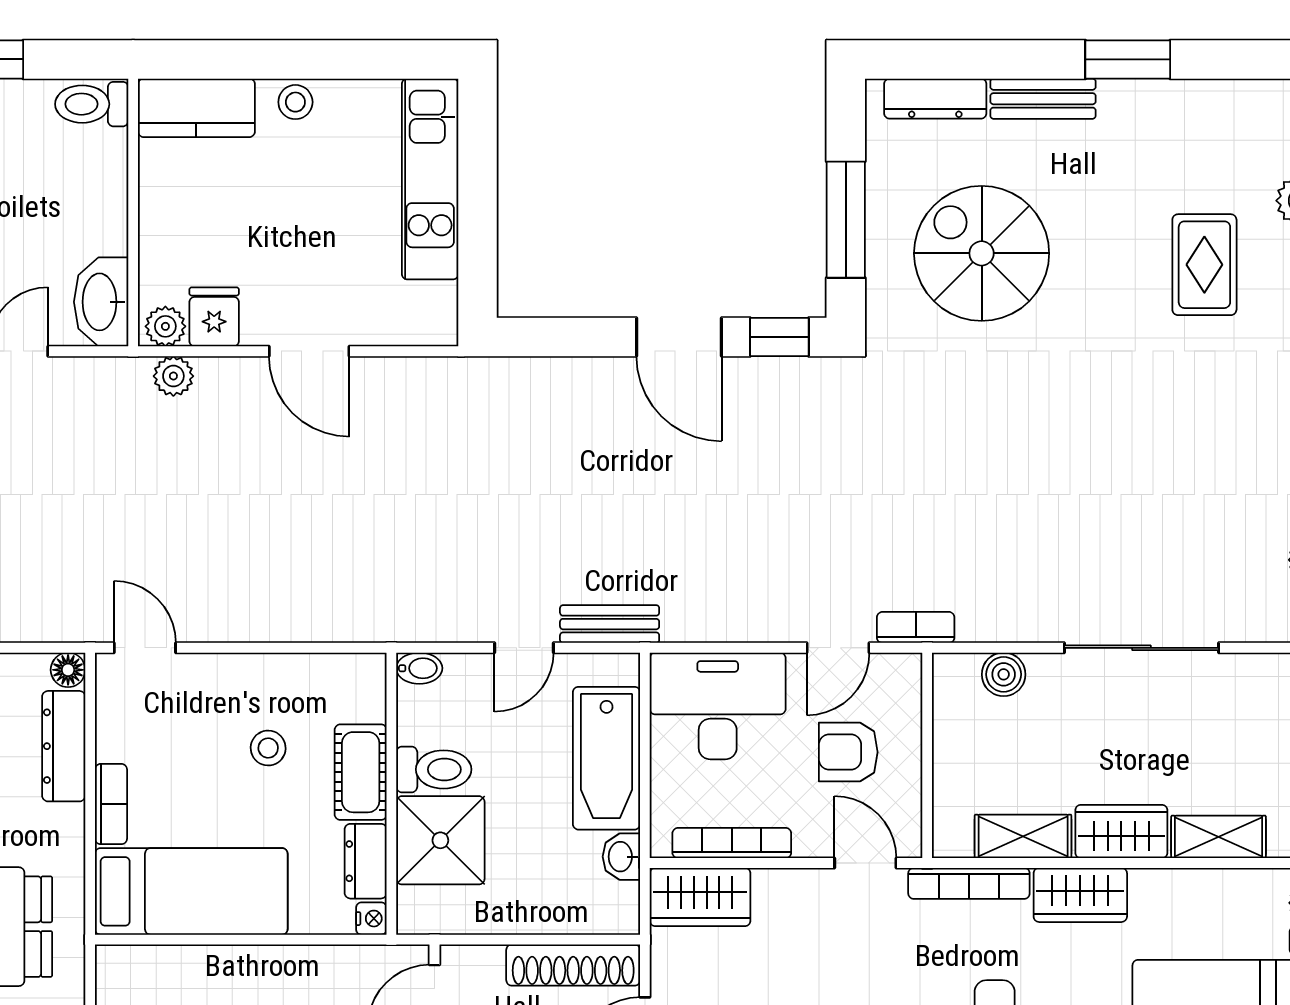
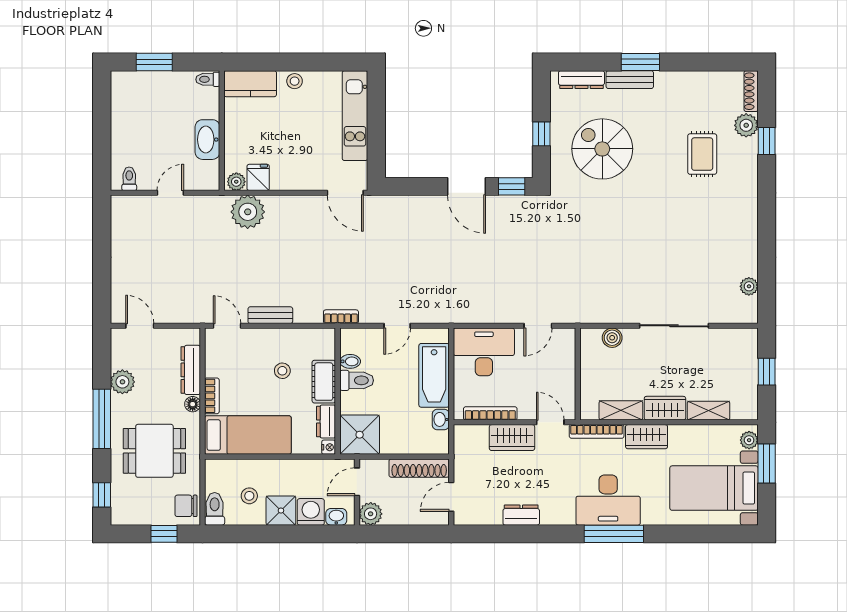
window: (1128, 59) -> (640, 62), moved
toilet: (92, 104) -> (208, 79), width x0.73, depth x0.72
window: (846, 220) -> (541, 134), width x0.46
washbasin: (101, 302) -> (207, 140), moved
door: (309, 351) -> (345, 193), moved
plant: (173, 376) -> (248, 212), width x1.88, depth x1.88
bench: (610, 624) -> (270, 315), moved
bookcase: (916, 627) -> (341, 317), moved
bidet: (419, 668) -> (350, 361), moved
floor lamp: (68, 670) -> (193, 404), moved
armchair: (848, 752) -> (542, 373), removed
shower: (440, 840) -> (360, 435), moved
wardrobe: (700, 897) -> (512, 438), moved

